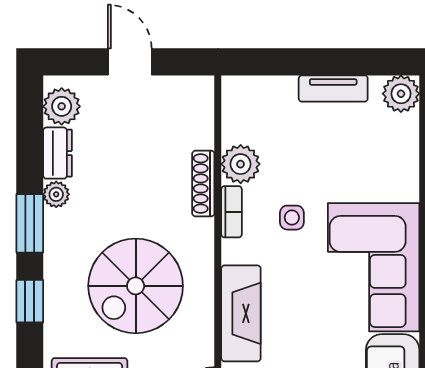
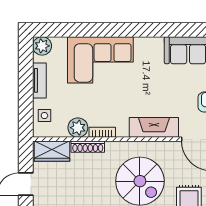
wardrobe: (194, 113) -> (52, 151), added
side table: (292, 218) -> (44, 116), moved
corner sofa: (374, 267) -> (100, 60), moved

